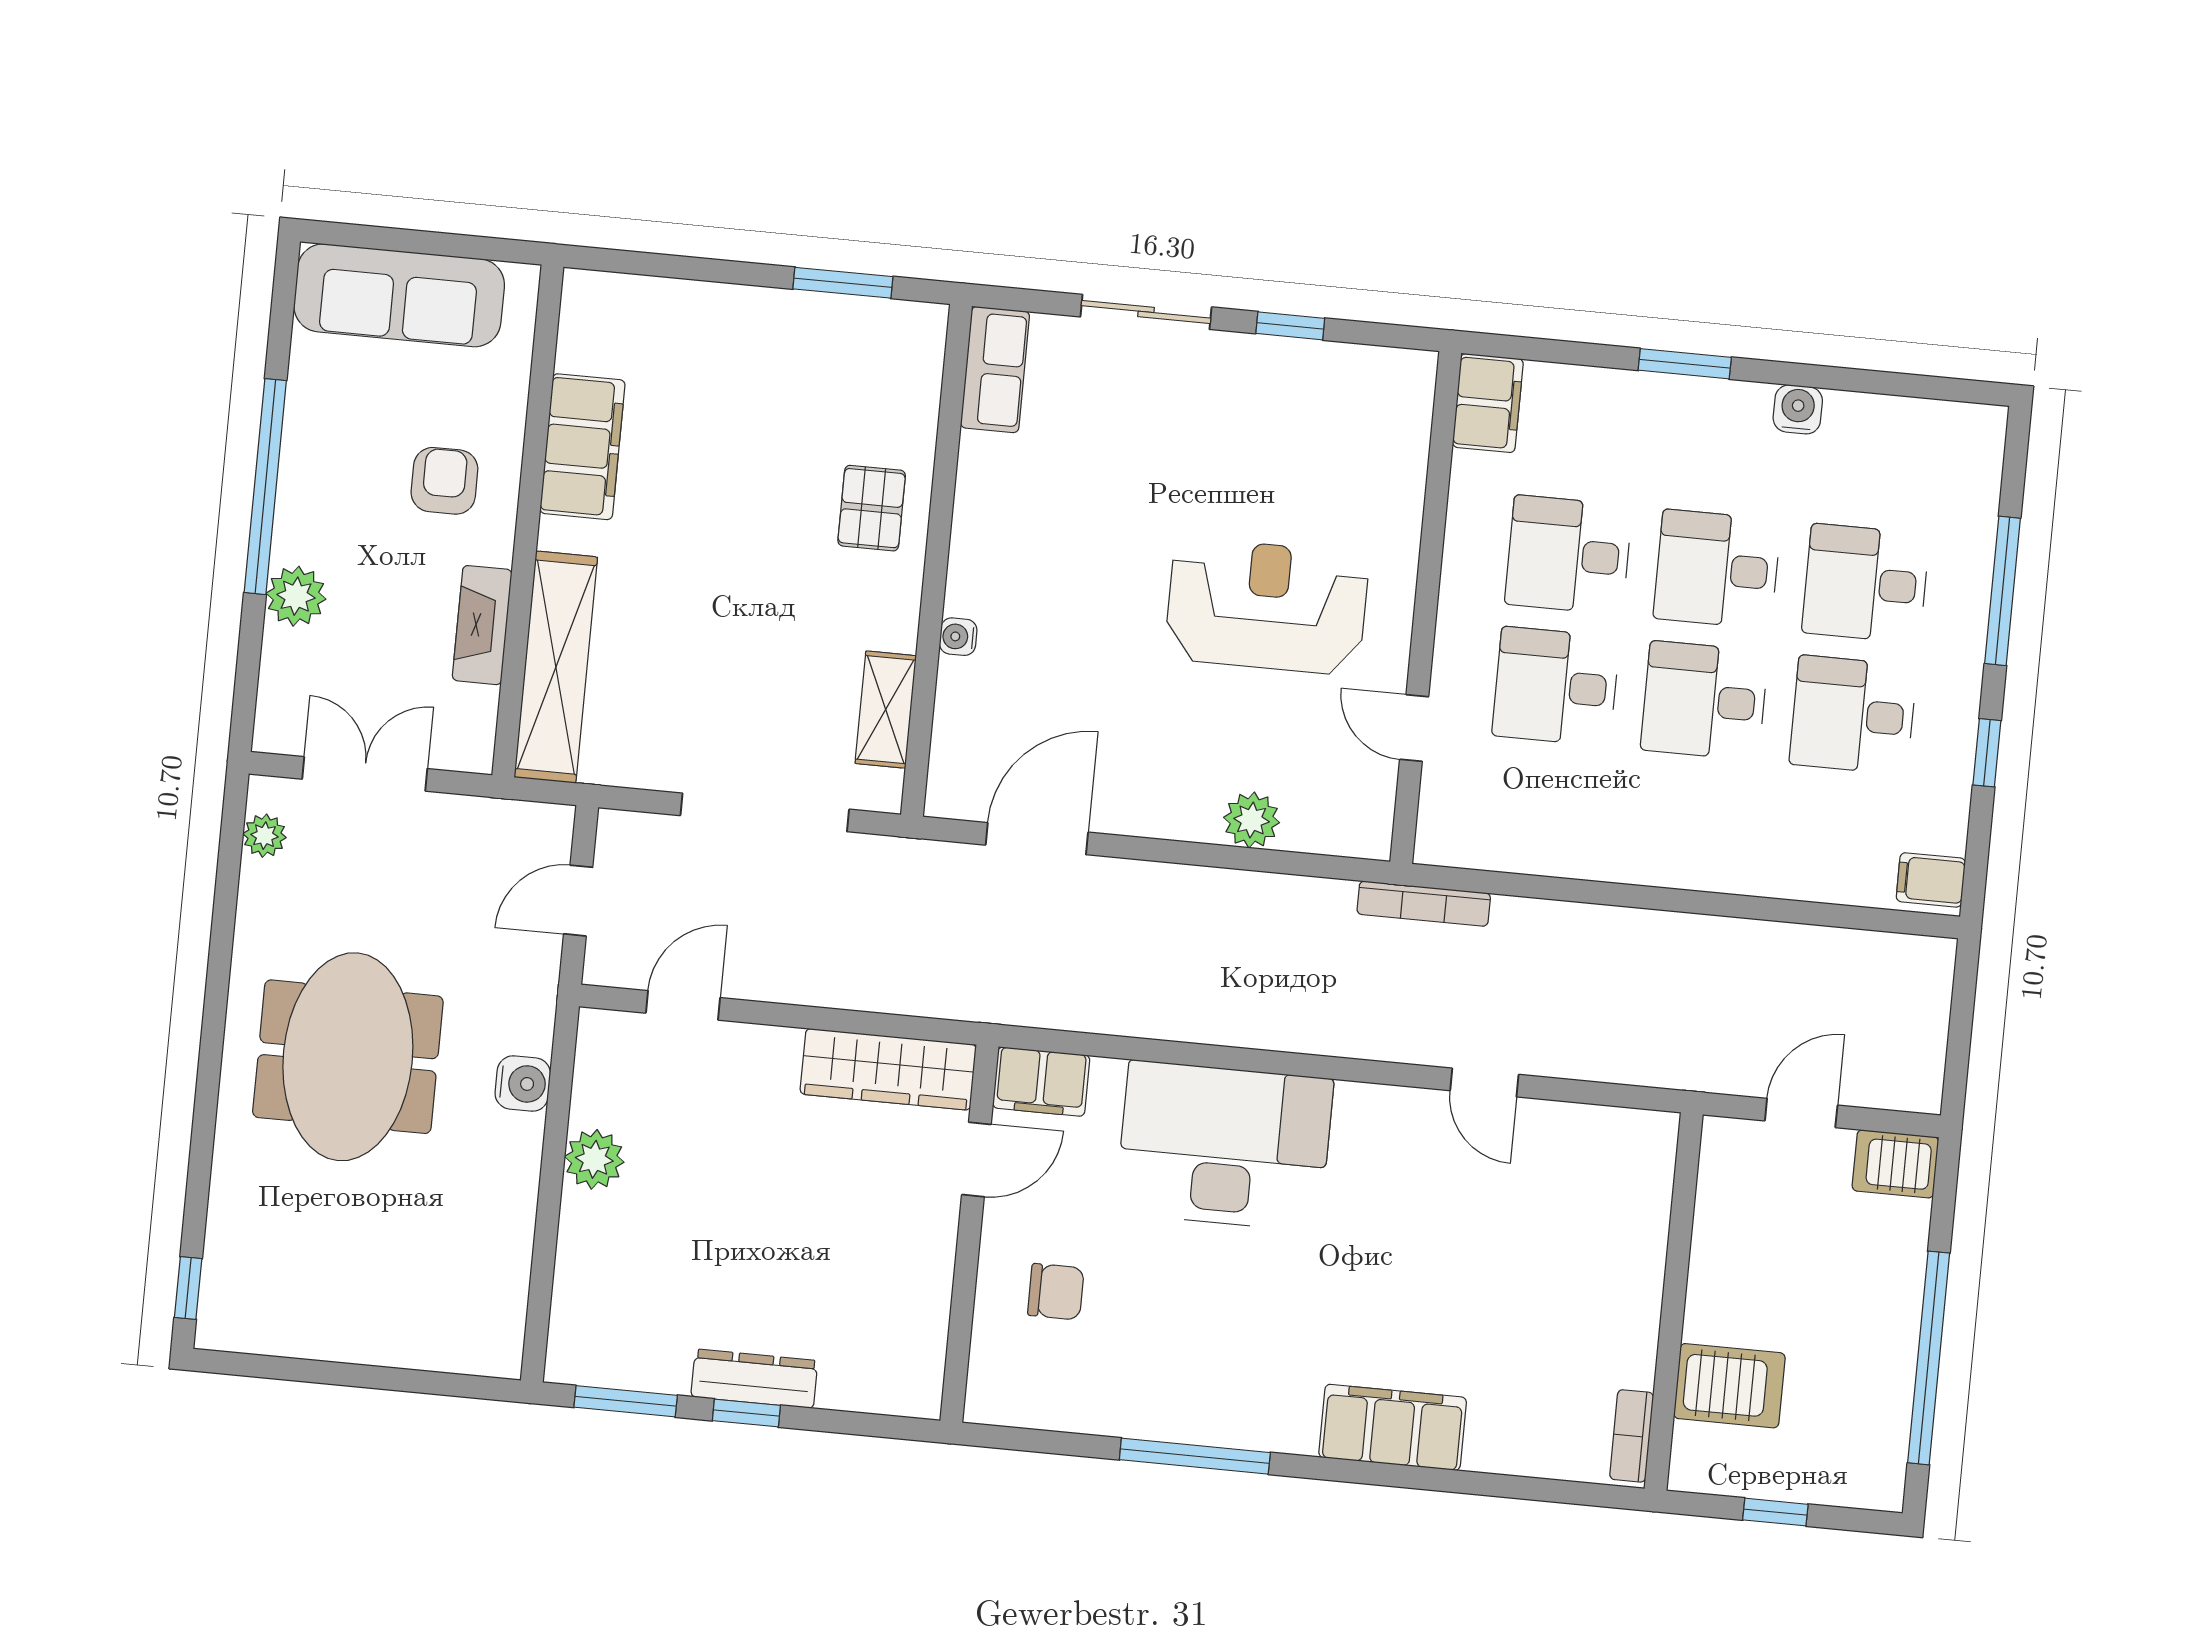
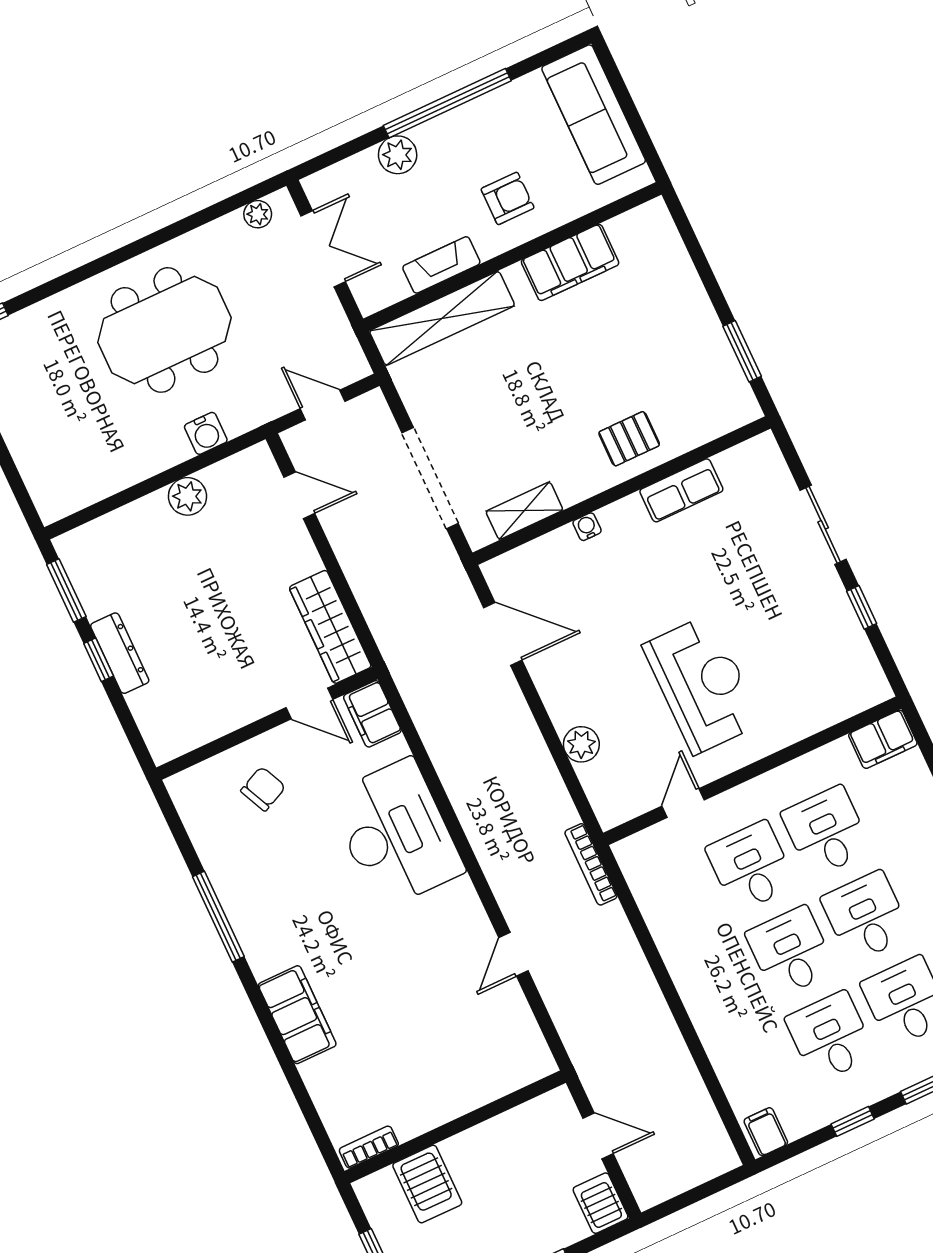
row of seats: (995, 370) -> (681, 490), moved
chair: (1056, 1292) -> (263, 789), turned -115

